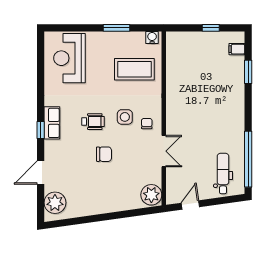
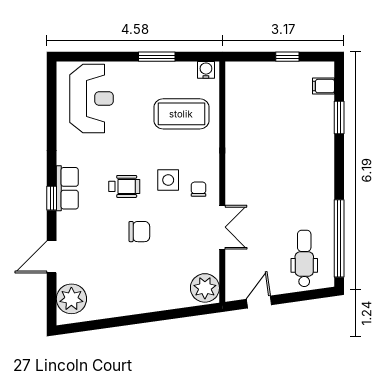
reception desk: (69, 58) -> (91, 99), turned 180

